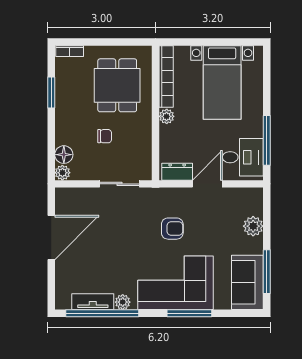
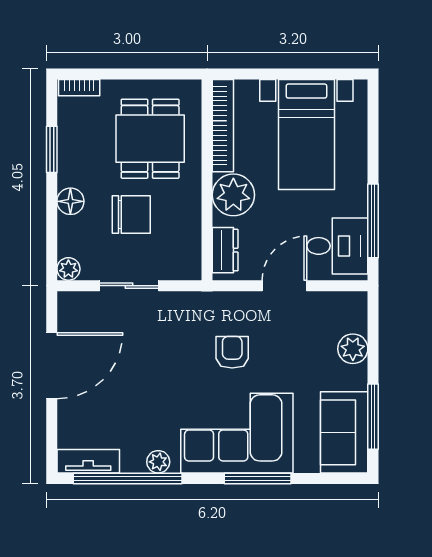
plant: (167, 116) -> (233, 195), width x1.88, depth x1.88
chair: (105, 136) -> (131, 215), width x1.87, depth x1.87
floor lamp: (64, 155) -> (70, 201), moved
dresser: (177, 172) -> (225, 250), moved, turned 90
sliding door: (119, 184) -> (129, 286), moved
armchair: (172, 229) -> (232, 352), turned -90
tv unit: (93, 302) -> (88, 461), moved

